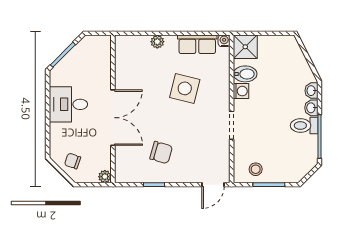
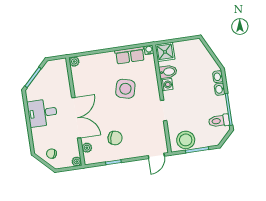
plant: (157, 42) -> (74, 61), moved
toilet: (304, 126) -> (219, 121), moved
plant: (121, 160) -> (87, 148), added
stool: (256, 169) -> (186, 140), width x1.89, depth x1.89

